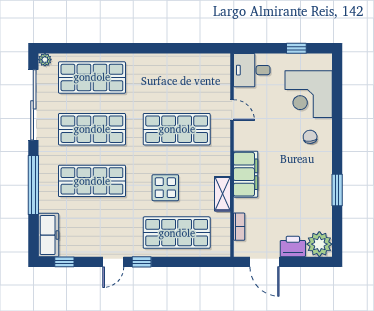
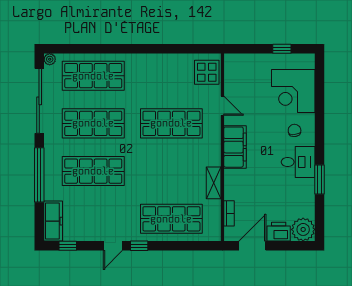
desk: (252, 70) -> (298, 162), moved, turned 180
filing cabinet: (246, 174) -> (235, 147), moved
display table: (165, 188) -> (207, 72), moved
door: (264, 262) -> (252, 246), swing flipped

